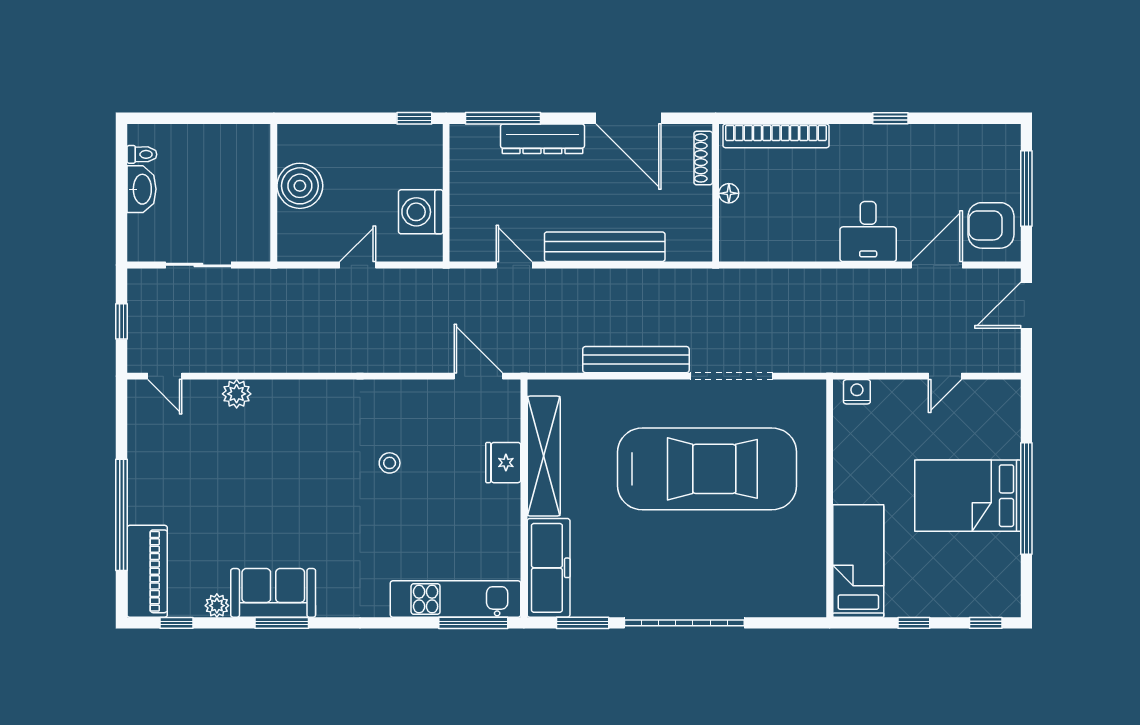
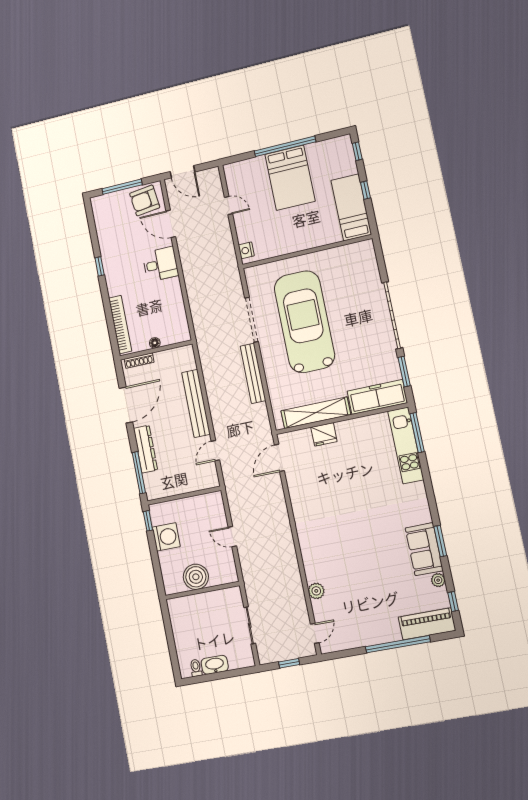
washing machine: (421, 212) -> (166, 537), moved, turned -90
armchair: (991, 225) -> (145, 200), turned 83
stool: (390, 463) -> (337, 498), removed
bed: (858, 561) -> (351, 207), moved, turned 90

